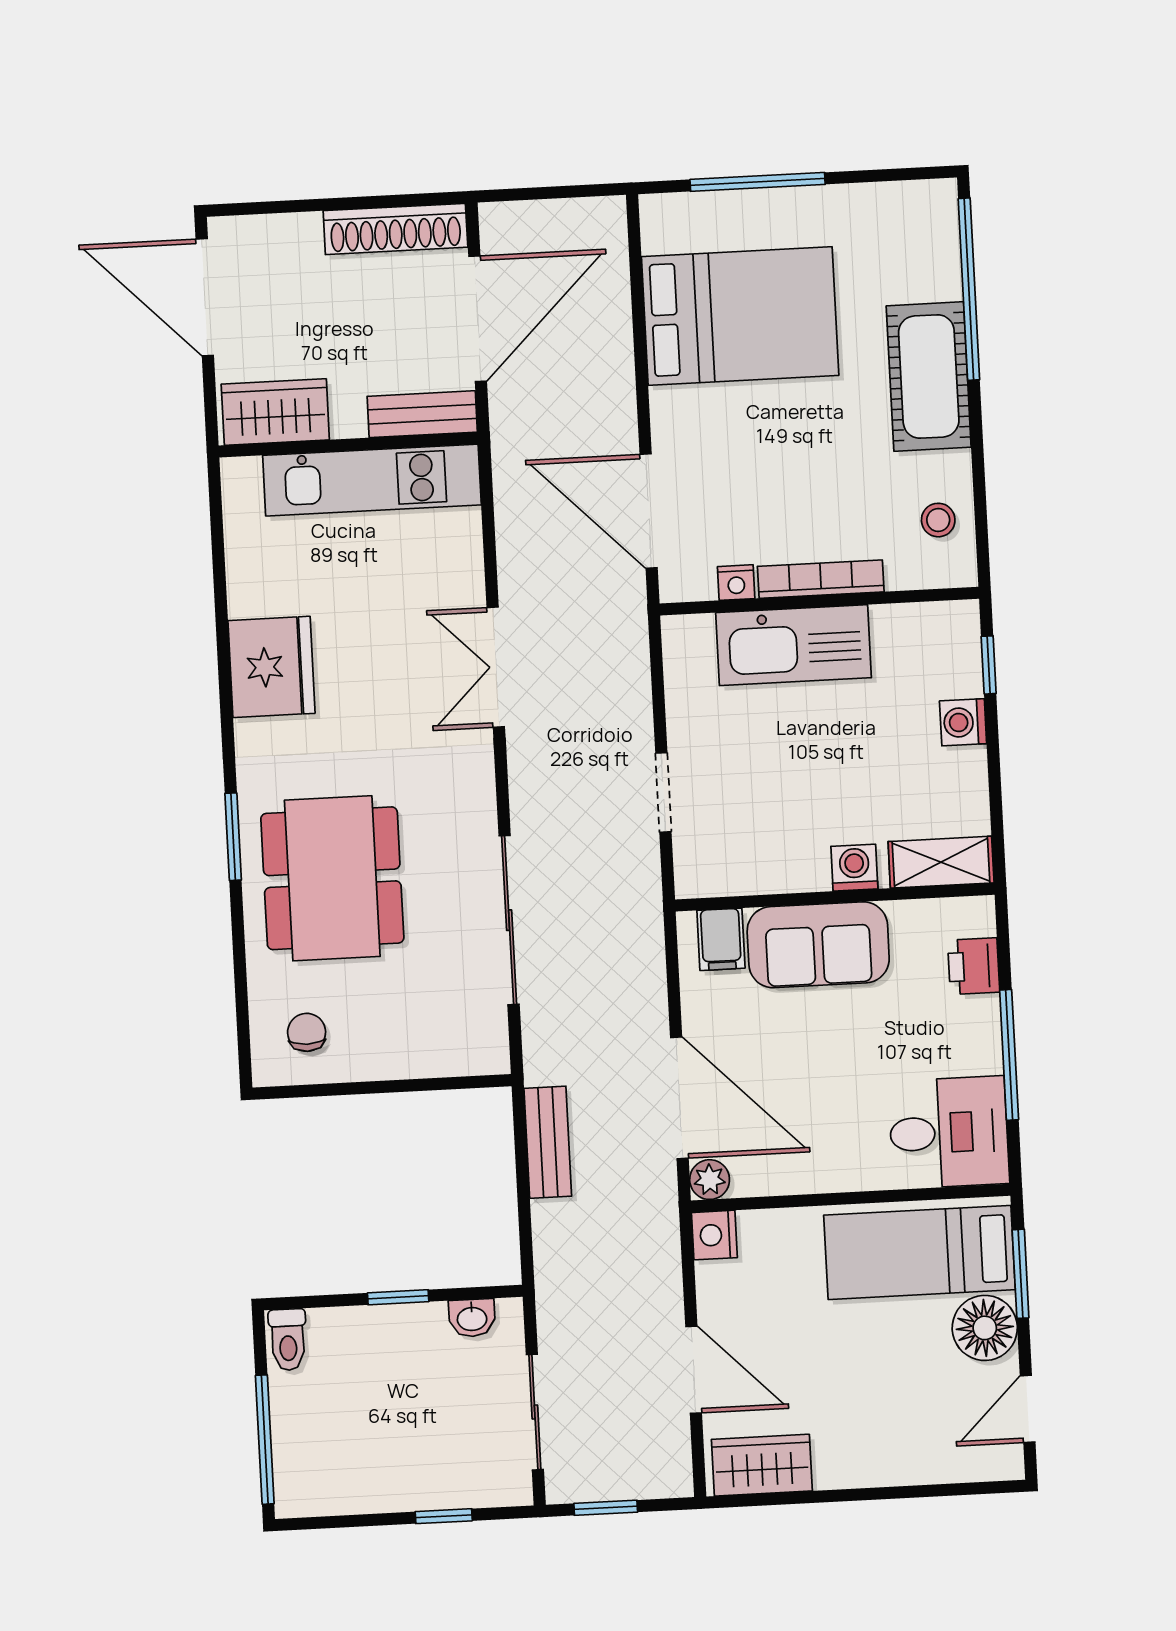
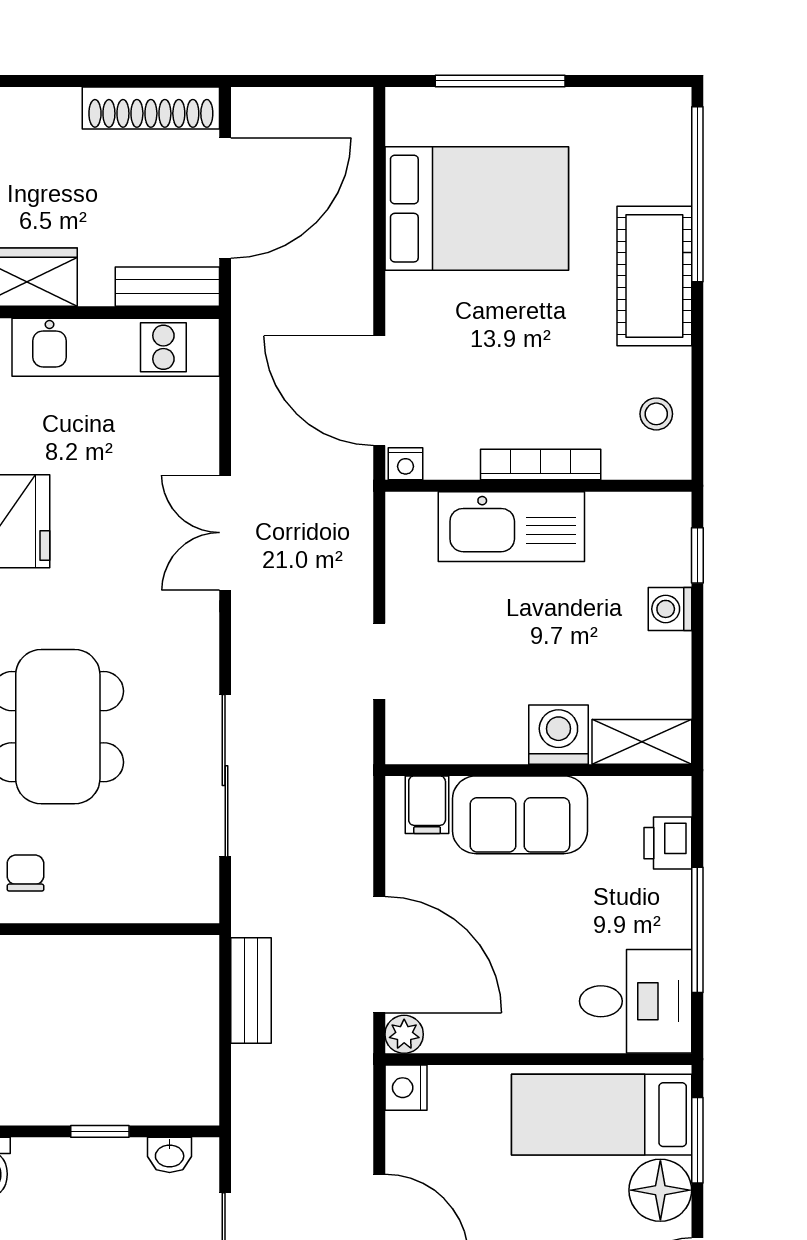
nightstand: (736, 583) -> (405, 464), moved
washing machine: (854, 868) -> (558, 735), width x1.38, depth x1.38

